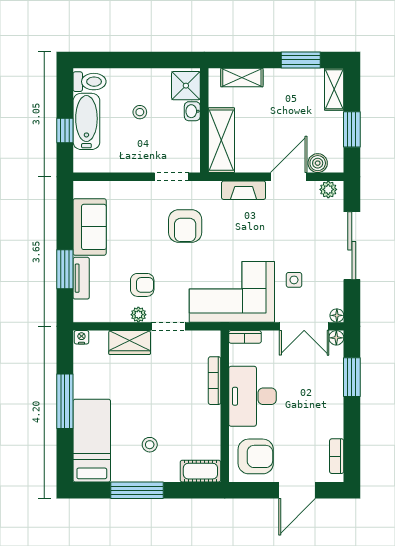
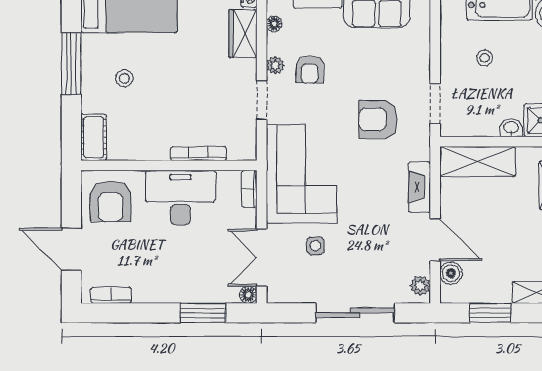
stool: (140, 112) -> (485, 58), moved
floor lamp: (337, 315) -> (274, 24), moved
wardrobe: (130, 343) -> (243, 34), moved

